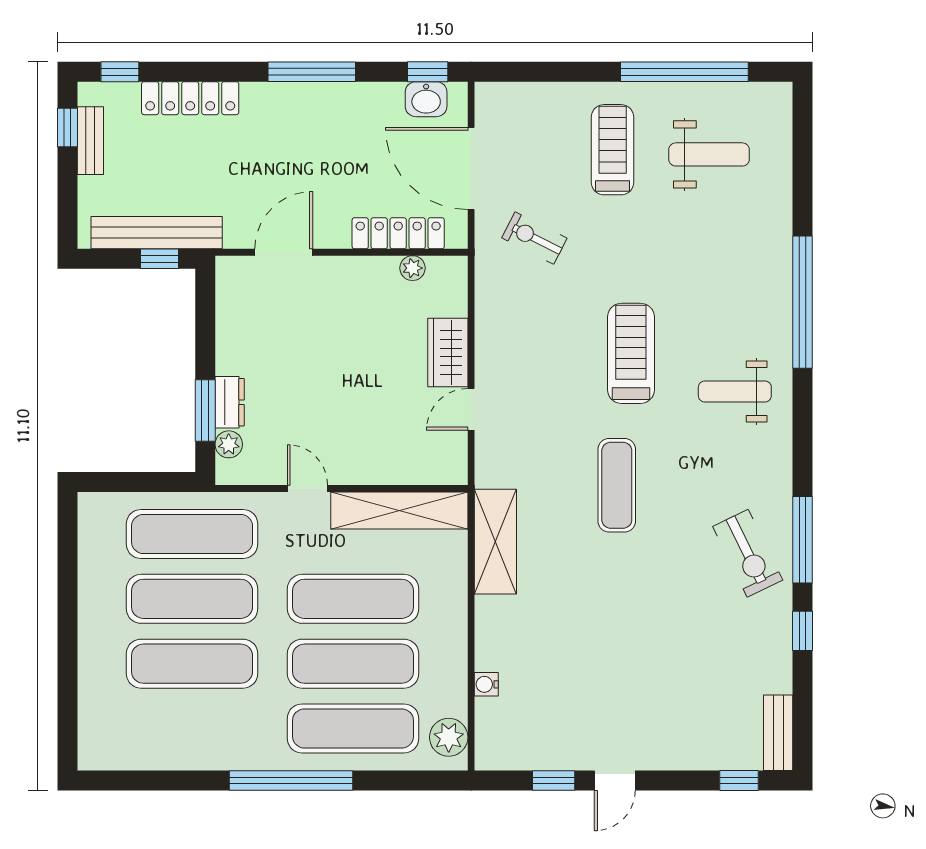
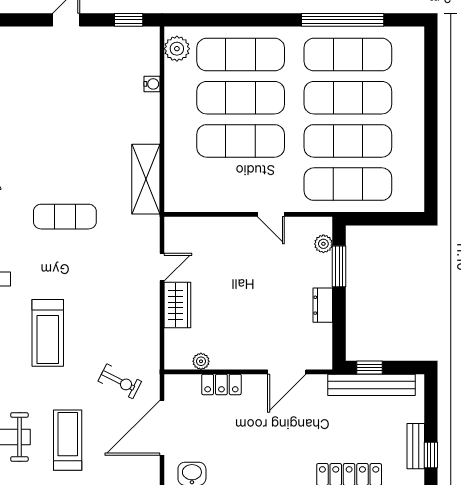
treadmill: (613, 150) -> (68, 440), turned 180
door: (471, 168) -> (162, 428), swing flipped
locker: (398, 233) -> (221, 384), width x0.66
treadmill: (631, 353) -> (48, 333), moved
dresser: (230, 402) -> (323, 305), moved
exercise mat: (617, 485) -> (65, 217), turned 90
shelving: (399, 510) -> (210, 200), removed
exercise mat: (192, 728) -> (348, 55), added
window: (291, 781) -> (343, 20), moved
window: (554, 781) -> (129, 20), moved

